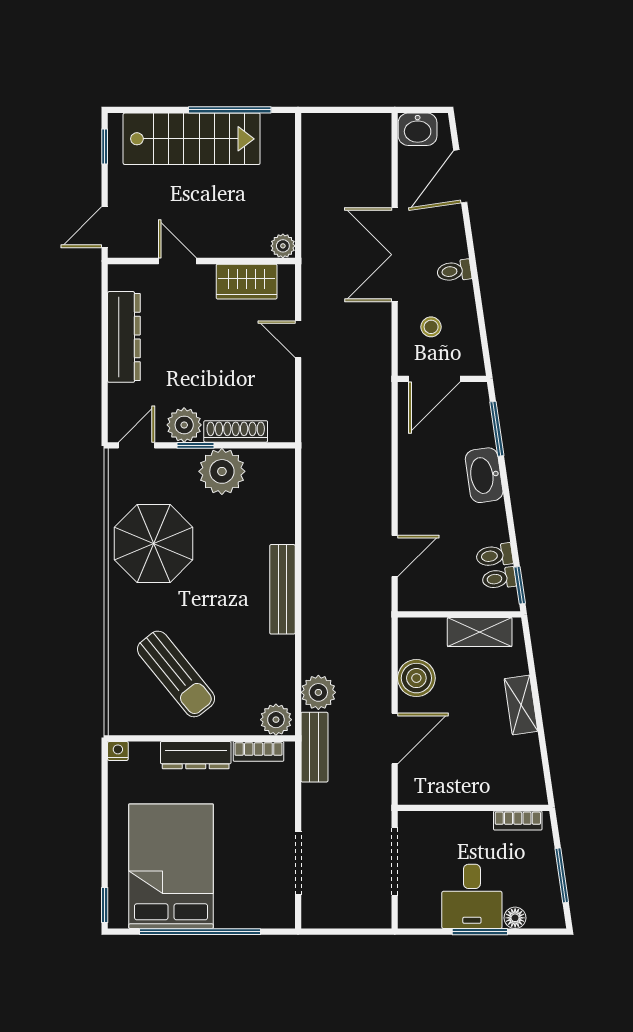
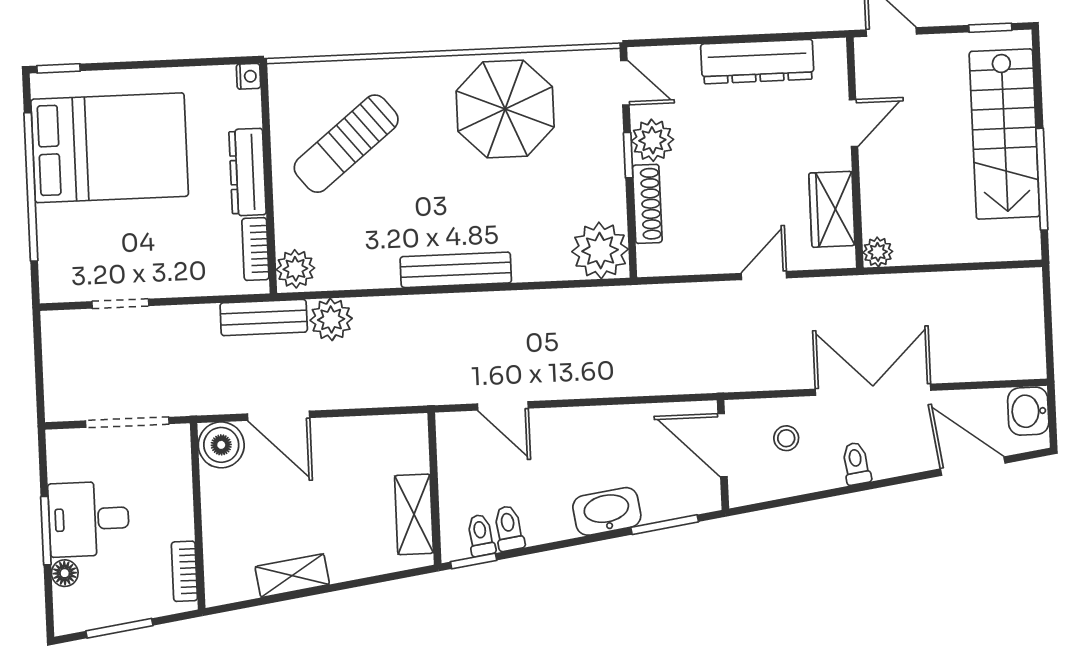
plant: (222, 471) -> (600, 250), moved
boiler: (416, 678) -> (221, 445), moved
shelving: (521, 705) -> (292, 576), moved
doorway: (298, 863) -> (120, 304), width x0.73

